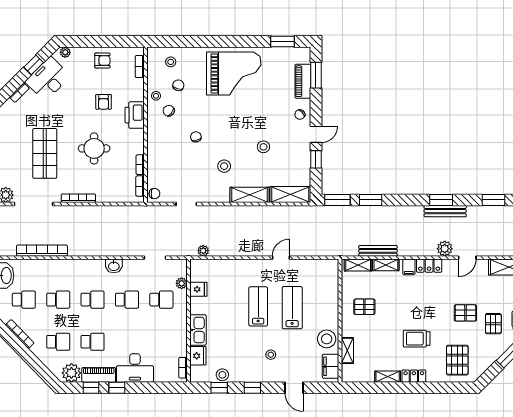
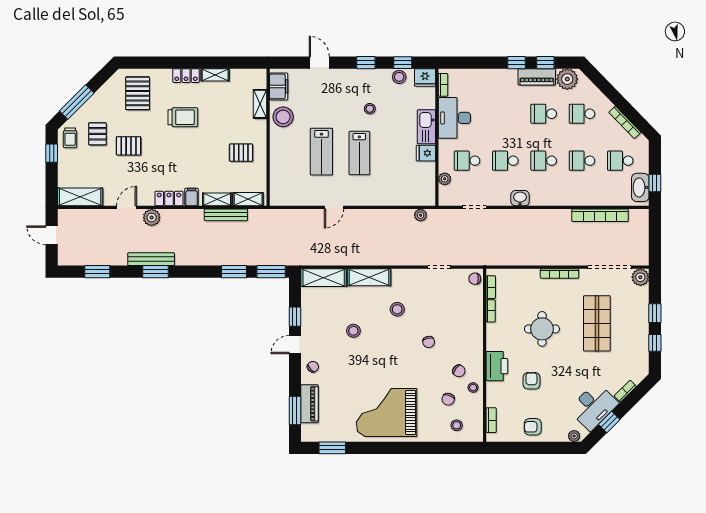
fridge: (198, 289) -> (426, 153), moved
stool: (271, 355) -> (370, 109), moved
fridge: (198, 356) -> (425, 77), moved, turned -90
desk: (135, 368) -> (454, 118), moved, turned -90

